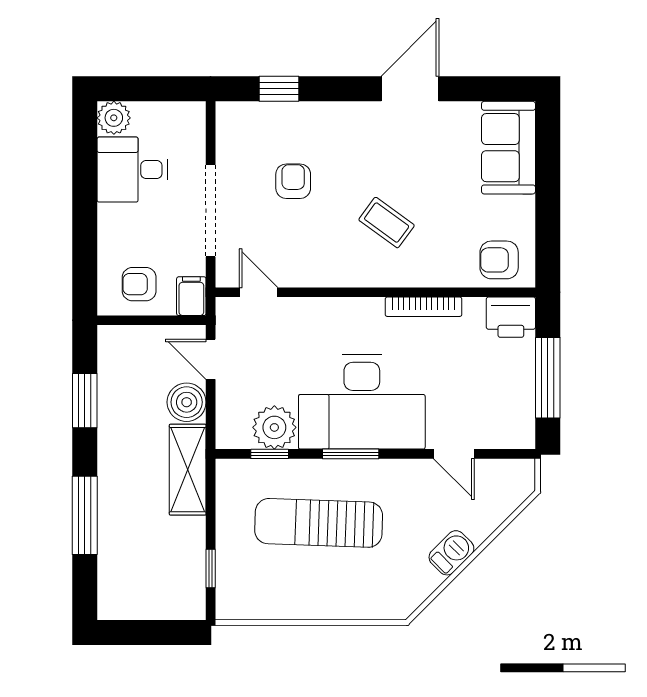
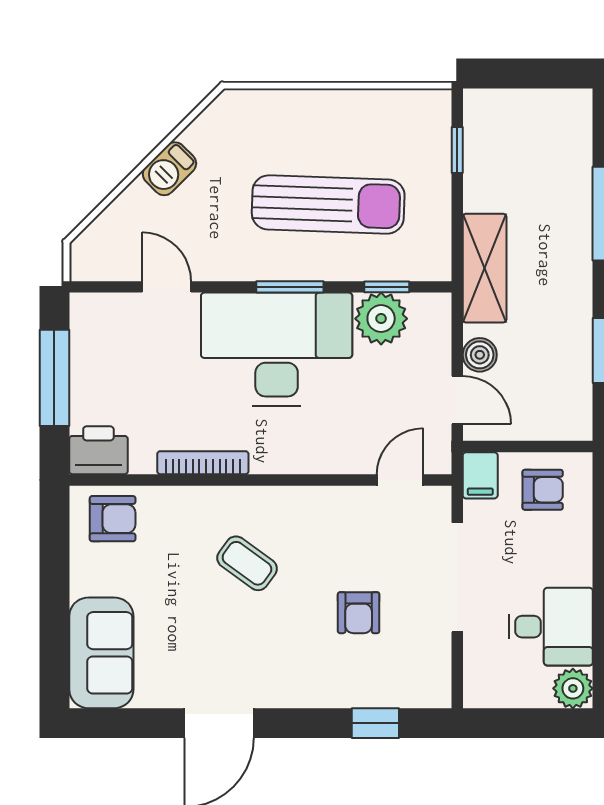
door: (259, 292) -> (400, 480), swing flipped
boiler: (187, 402) -> (480, 355), width x0.73, depth x0.73

